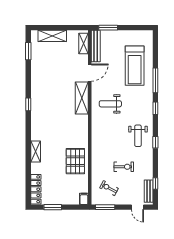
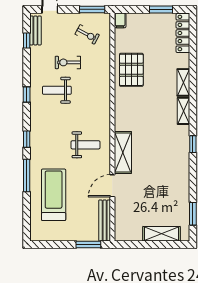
shelving: (84, 44) -> (184, 111), moved
weight bench: (138, 136) -> (57, 90), moved, turned -90

